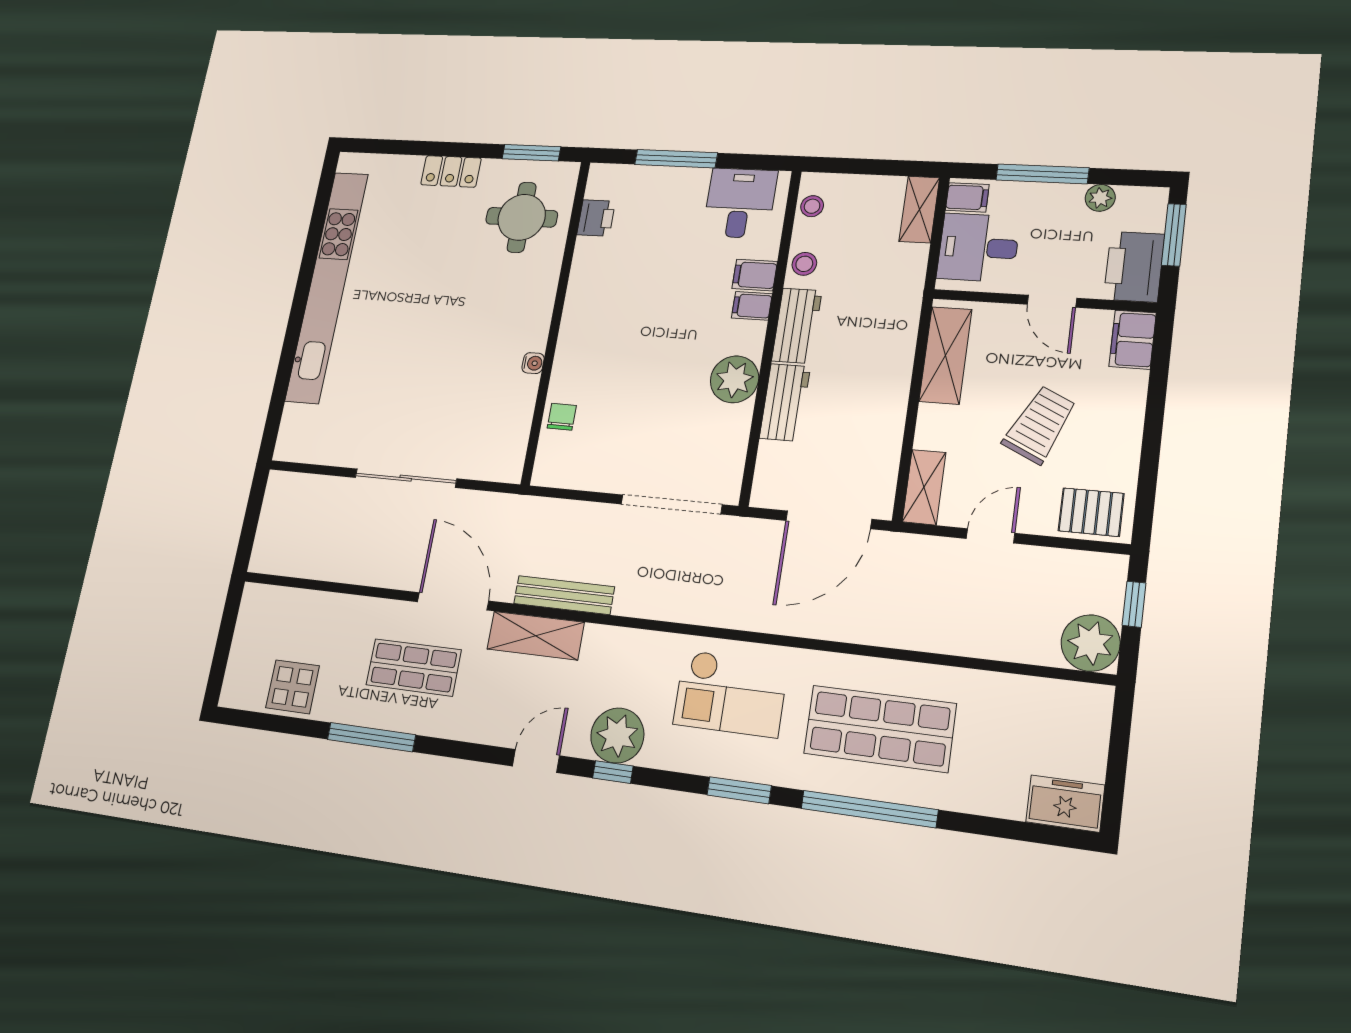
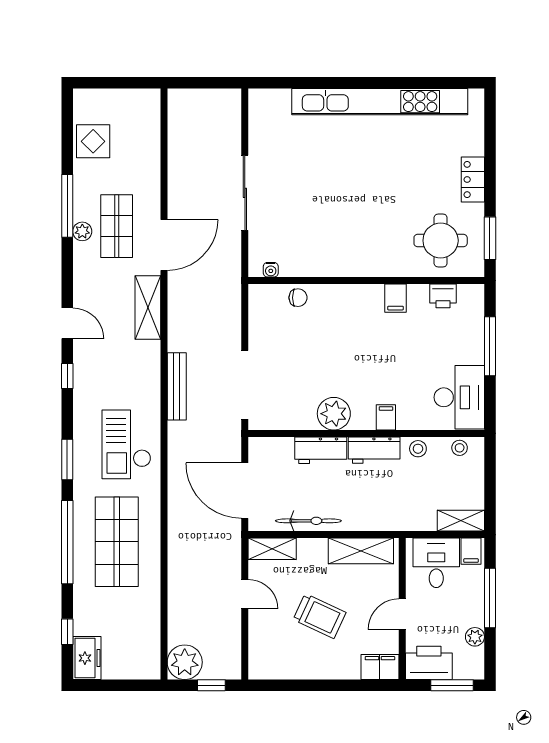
desk: (740, 203) -> (459, 397), width x1.37
filing cabinet: (755, 275) -> (395, 298), moved, turned 180
water cooler: (533, 363) -> (271, 270), moved
bicycle: (888, 429) -> (308, 521), added
pallet: (1091, 512) -> (266, 654), removed
bench: (564, 595) -> (177, 386), moved
plant: (617, 735) -> (82, 231), moved, width x0.53, depth x0.53
window: (1017, 830) -> (67, 632), added

